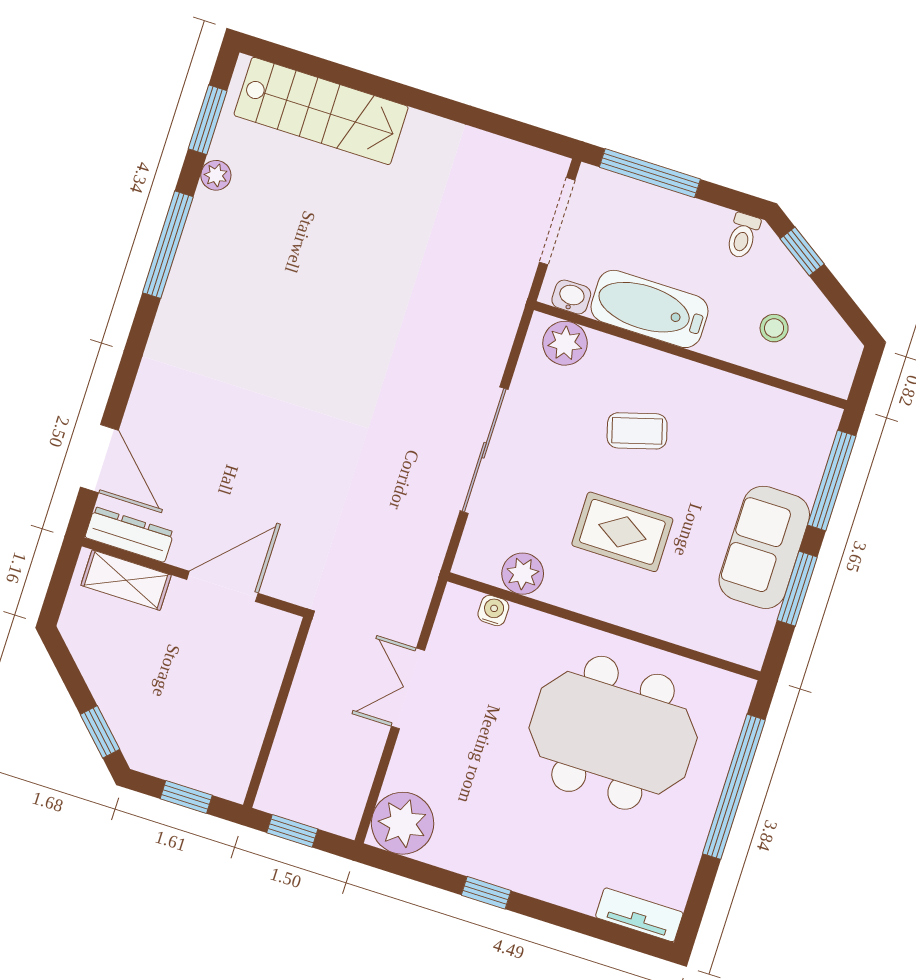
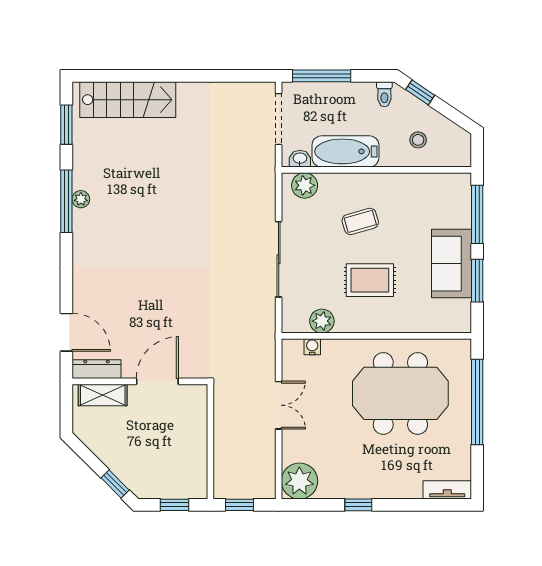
plant: (216, 175) -> (81, 199), moved
double door: (408, 688) -> (279, 405), swing flipped

